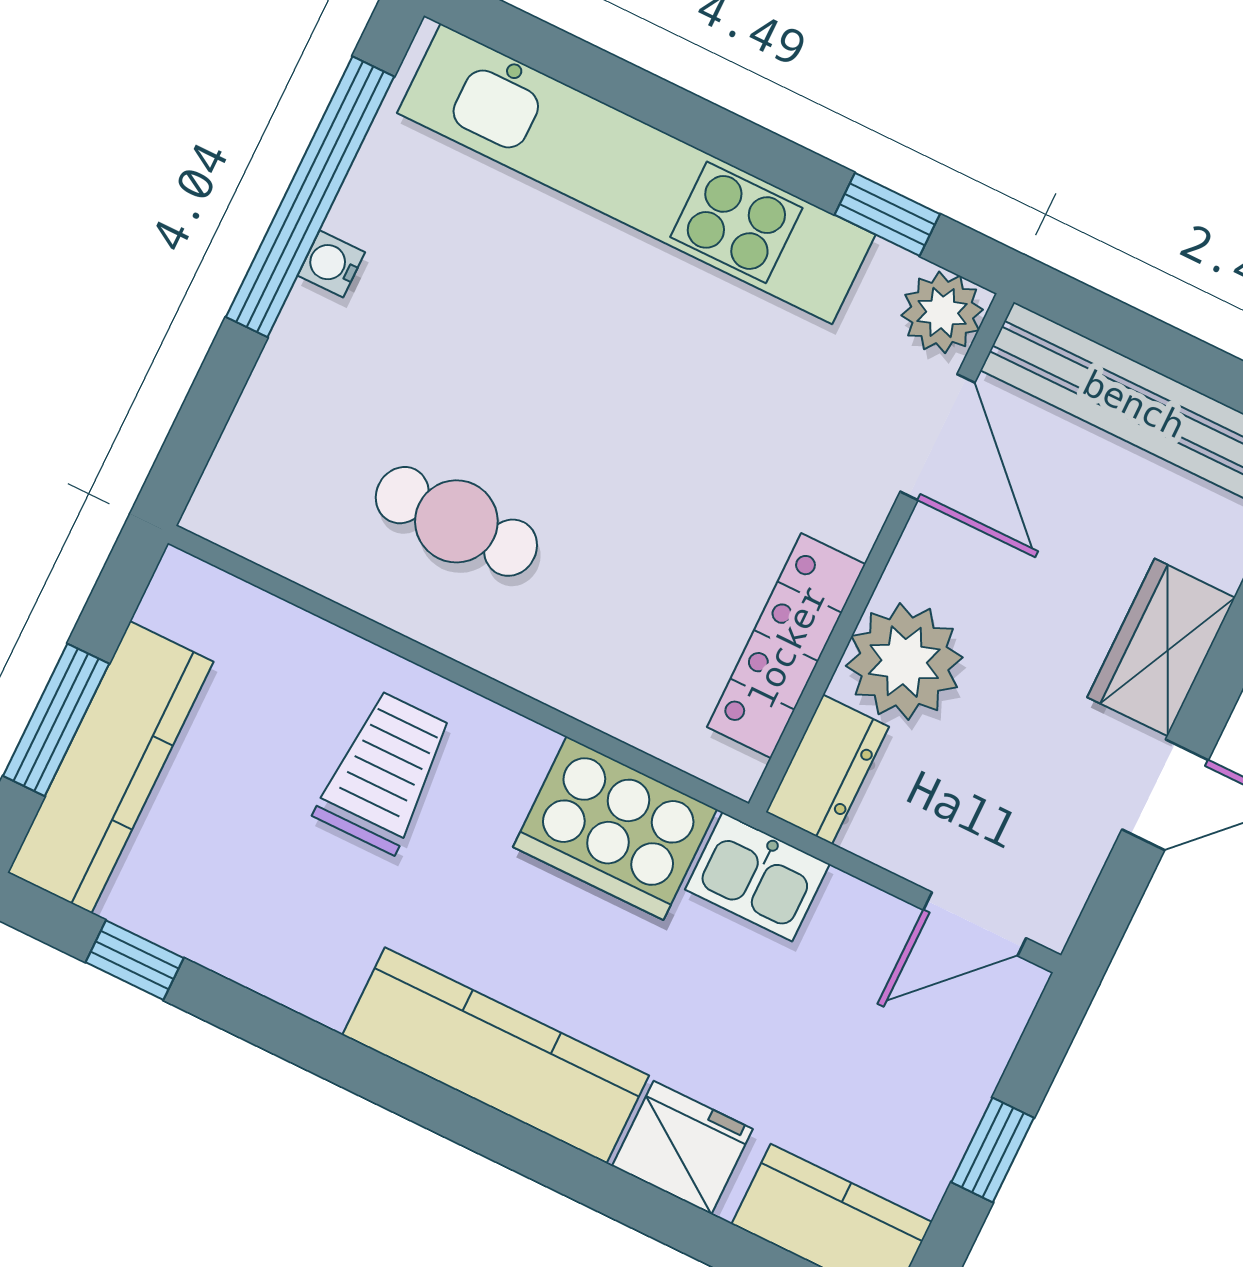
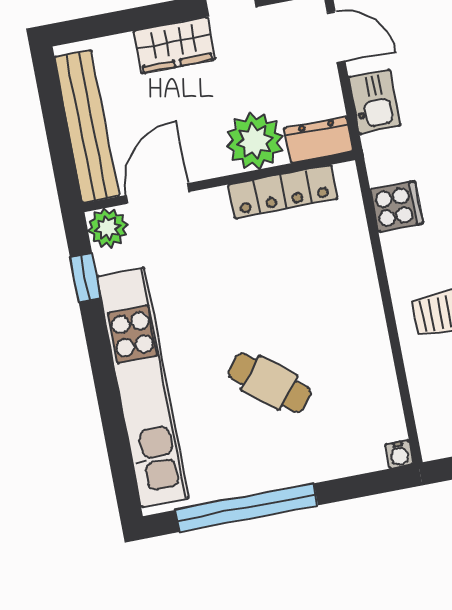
water cooler: (331, 264) -> (399, 454), moved
cafe table: (456, 521) -> (270, 383), moved, turned -51
cooker: (615, 828) -> (397, 206), width x0.53, depth x0.76
kitchen sink: (757, 877) -> (374, 101), moved

